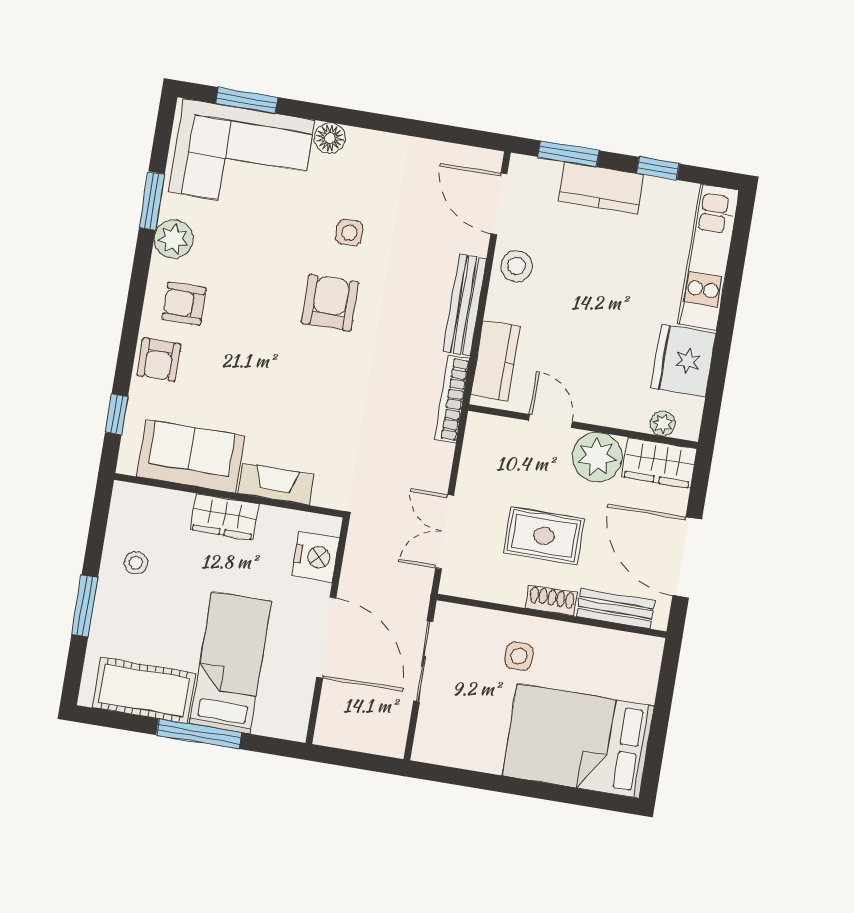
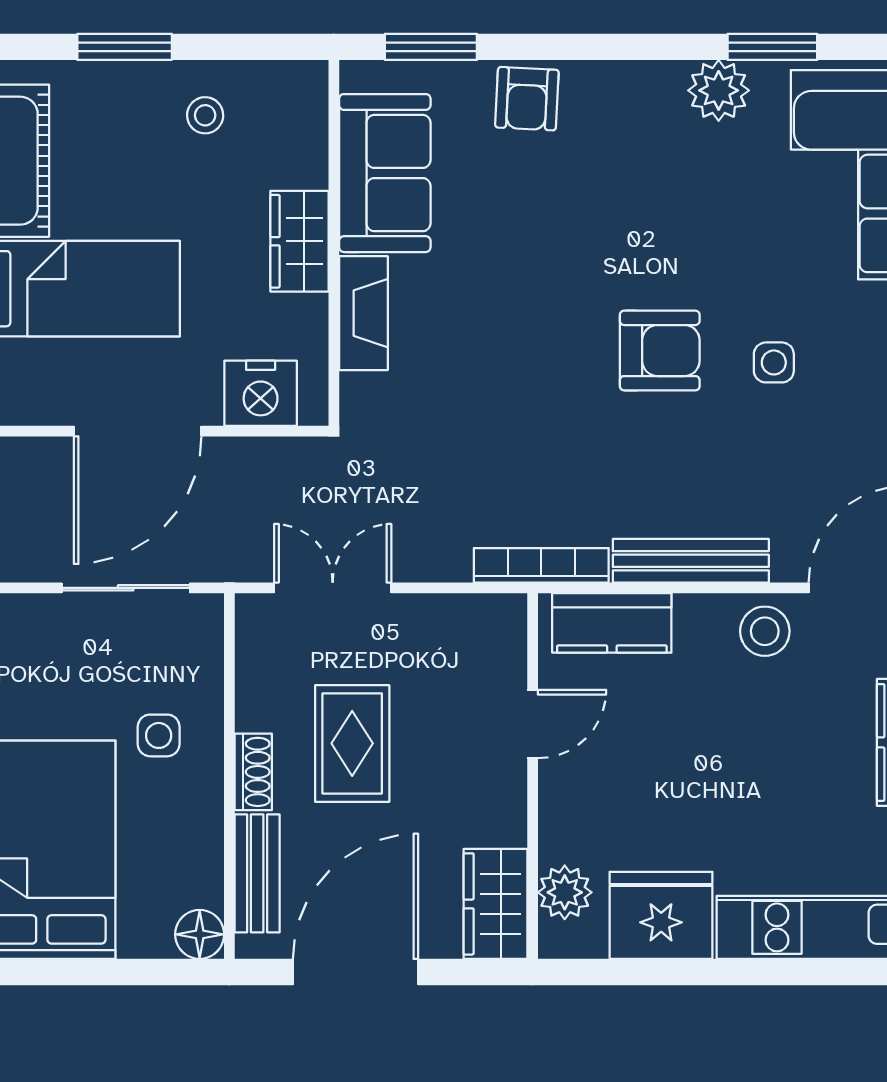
armchair: (184, 304) -> (621, 123), removed
armchair: (159, 360) -> (527, 99), turned -87
window: (117, 414) -> (431, 47), width x1.50
plant: (663, 424) -> (565, 892), width x1.38, depth x1.38
plant: (597, 457) -> (489, 806), removed
floor lamp: (648, 651) -> (200, 934), added

